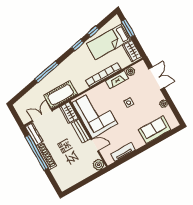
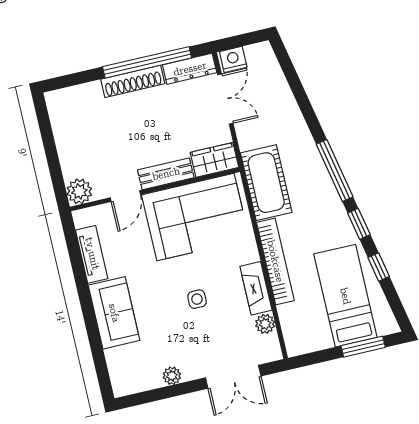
wardrobe: (132, 51) -> (309, 340), removed
window: (47, 72) -> (335, 170), moved
cot: (61, 95) -> (266, 183), moved
nightstand: (25, 117) -> (233, 59), added
sofa: (155, 130) -> (114, 313), moved

